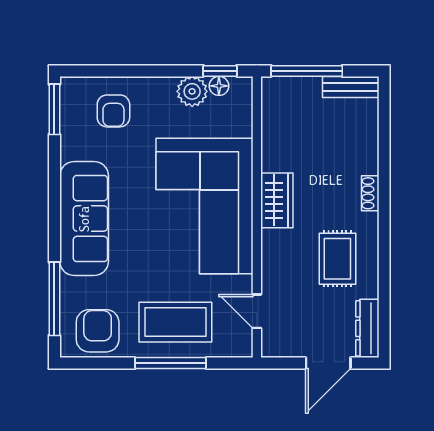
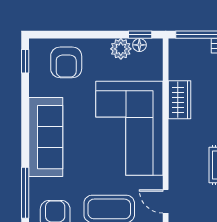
window: (54, 109) -> (25, 61), width x0.67
armchair: (113, 111) -> (66, 62), width x1.38, depth x1.38
wardrobe: (277, 200) -> (180, 100), moved

